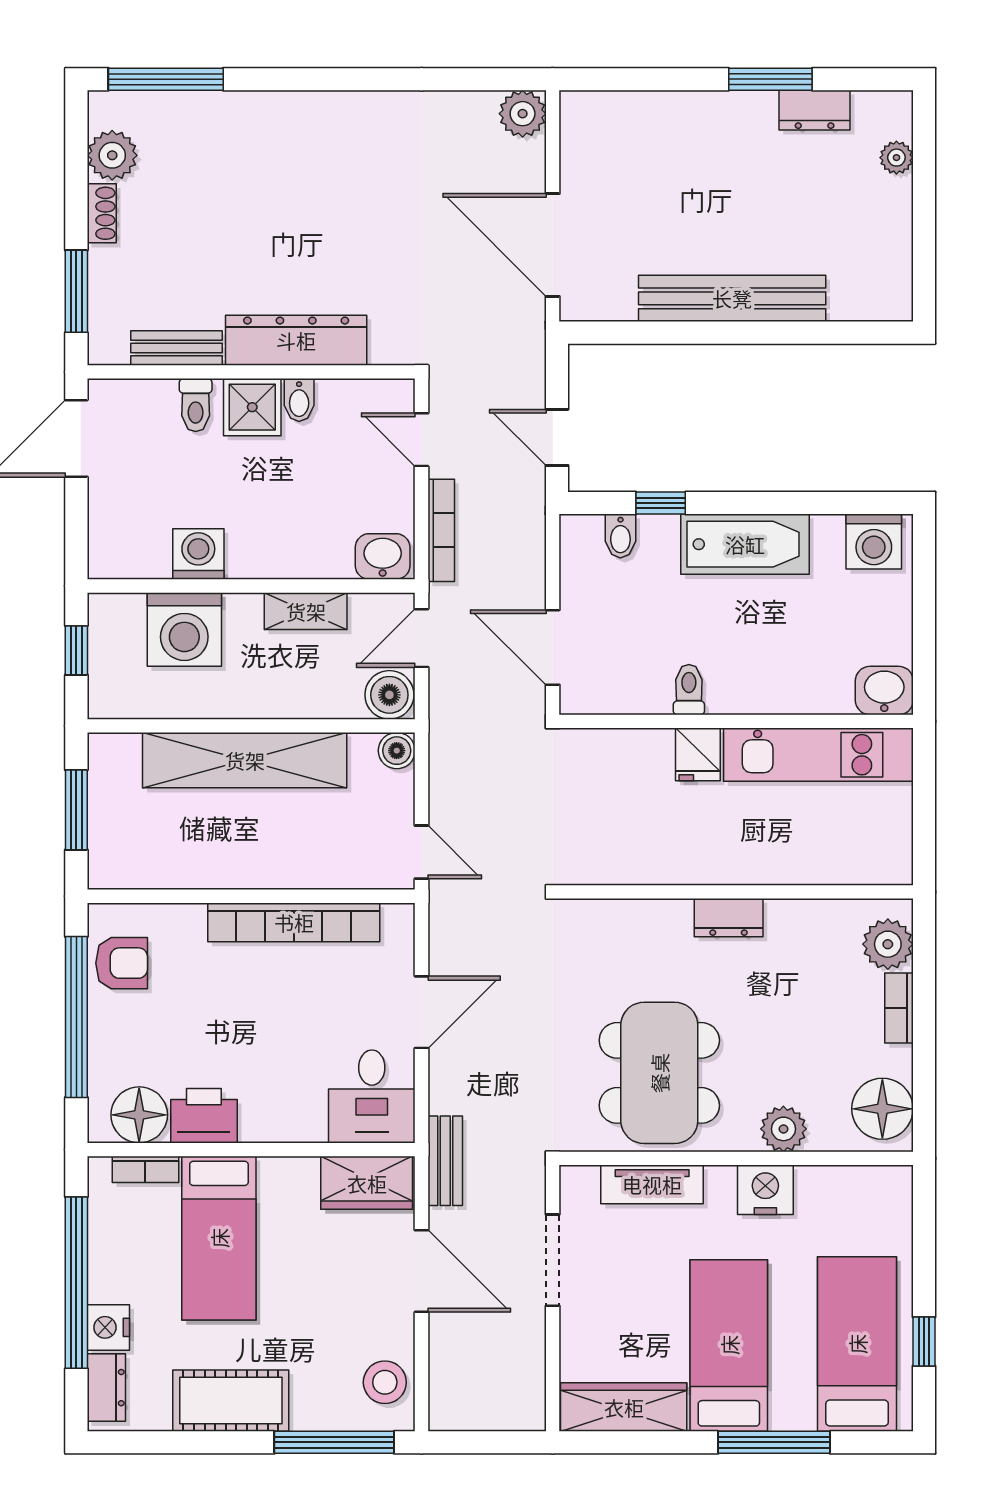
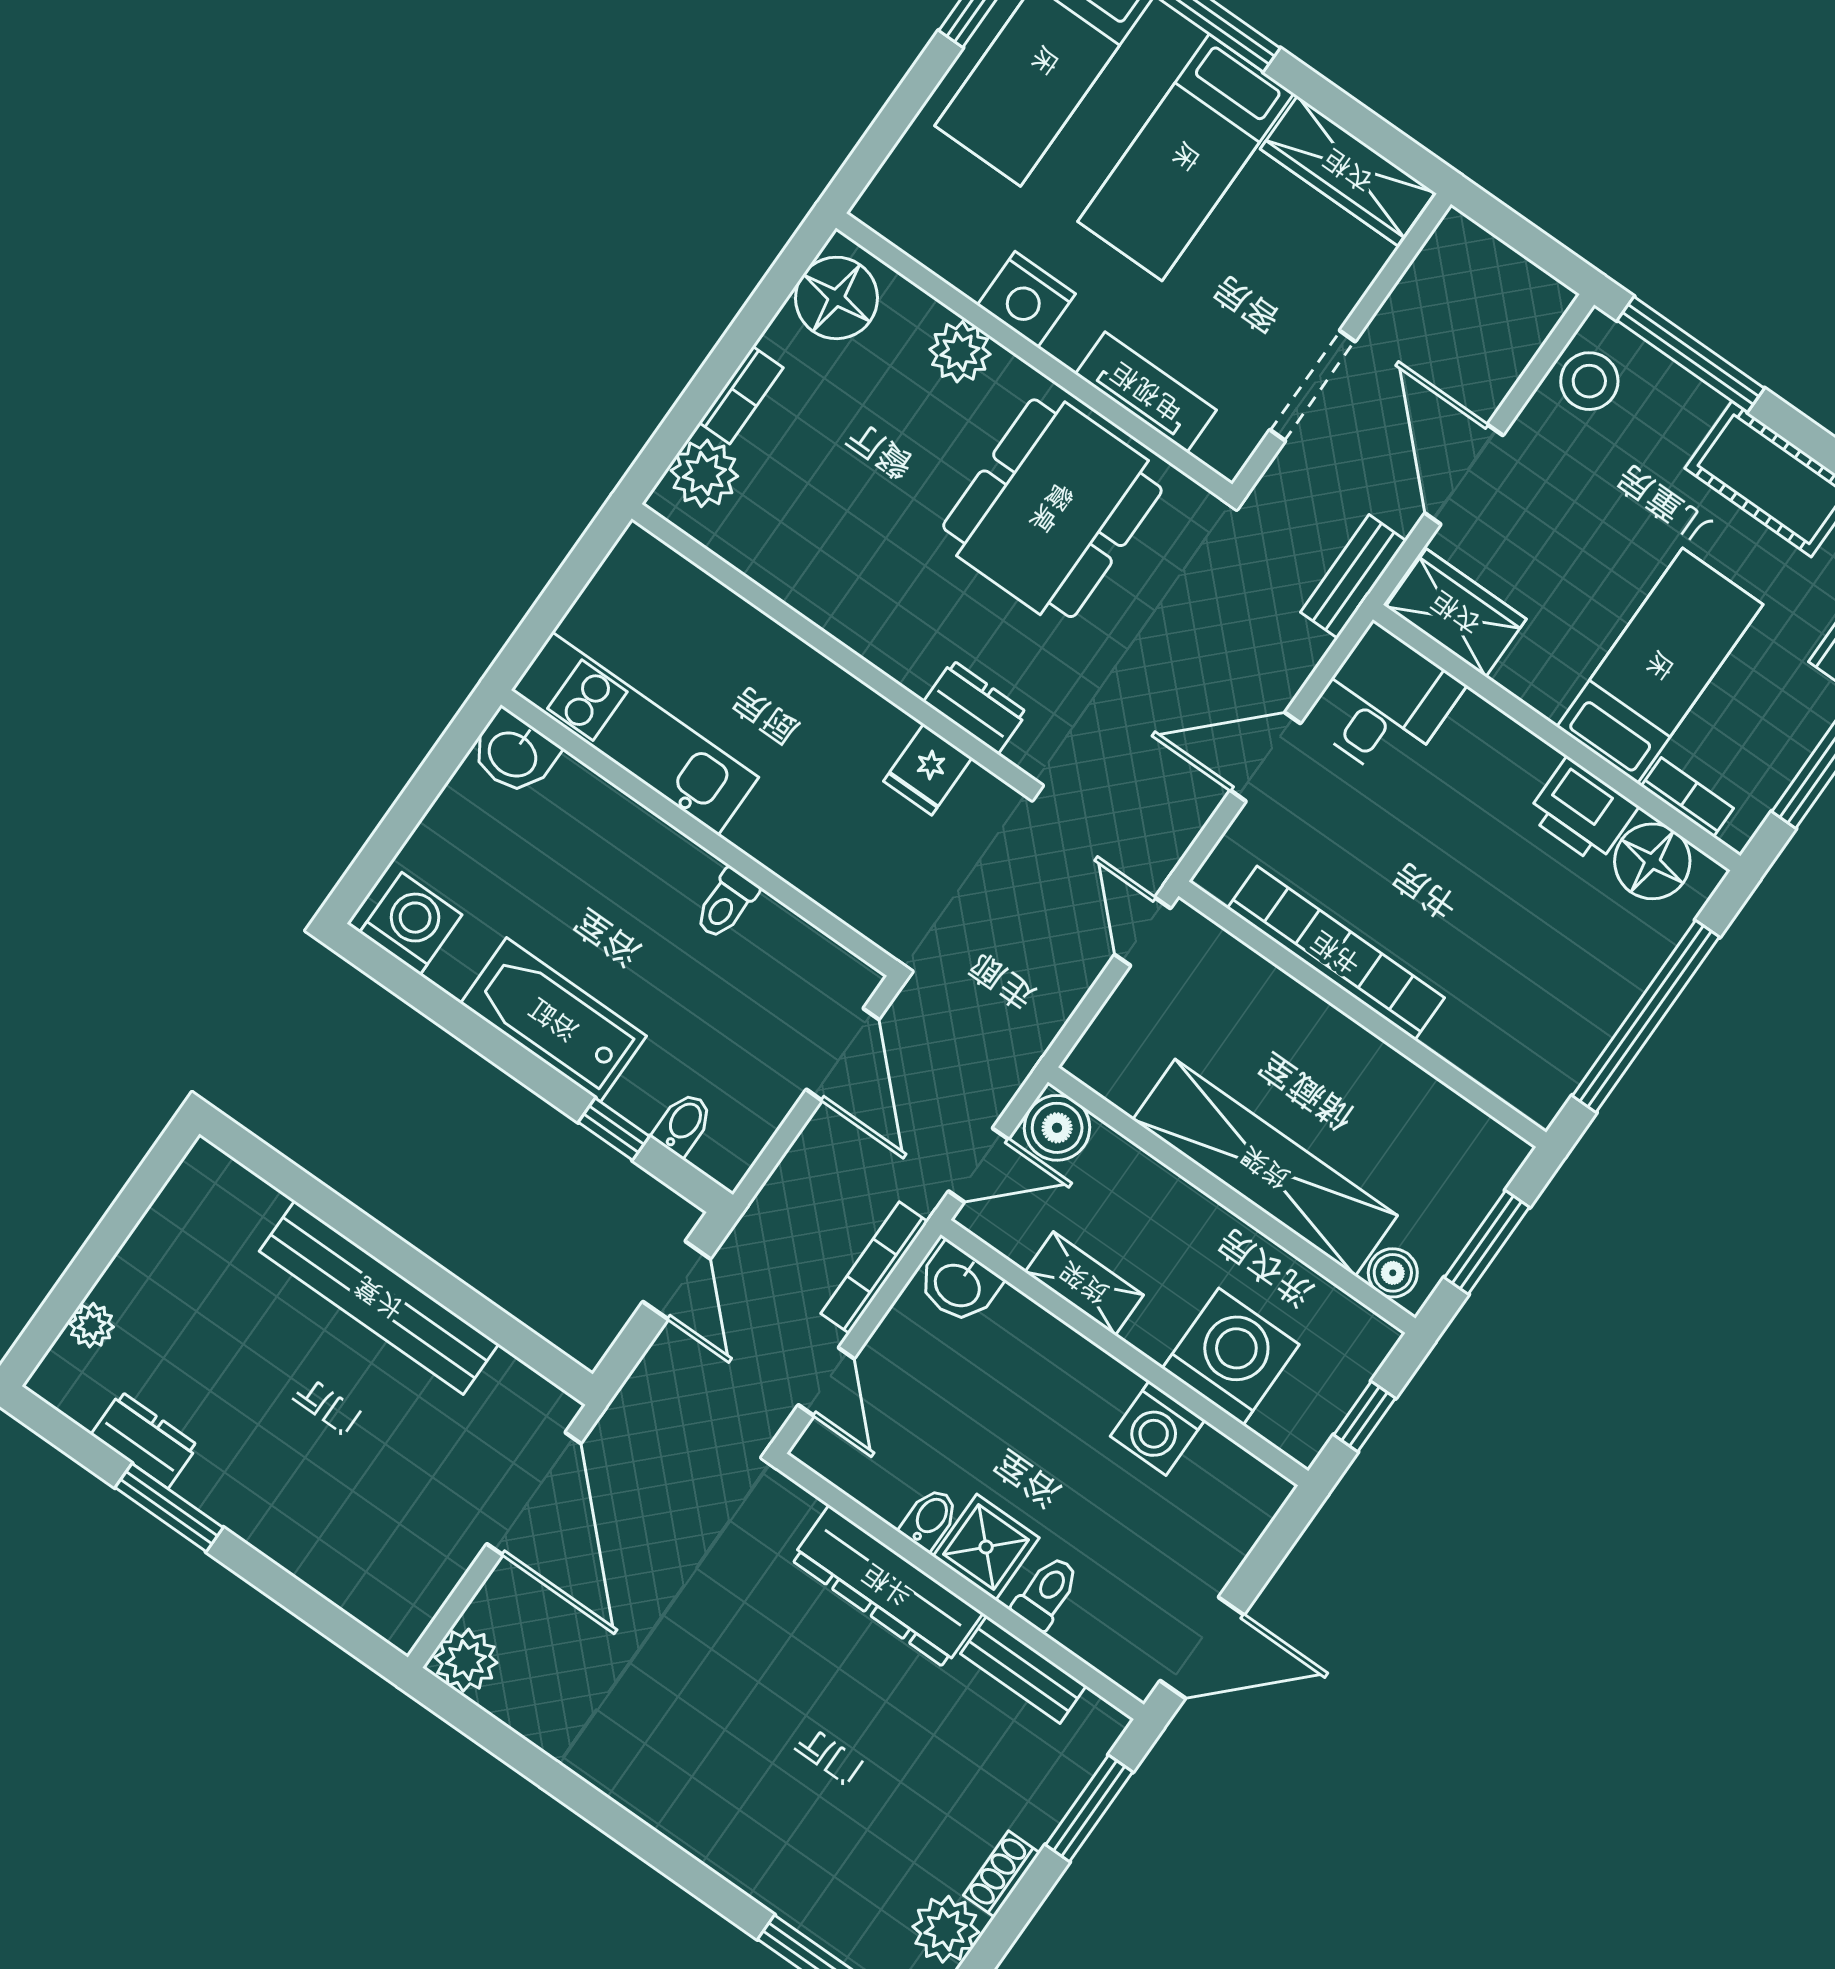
boiler: (397, 751) -> (1393, 1273), moved
fridge: (698, 754) -> (928, 770), moved, turned 180
dresser: (729, 918) -> (975, 707), moved
armchair: (122, 963) -> (1555, 1040), removed

